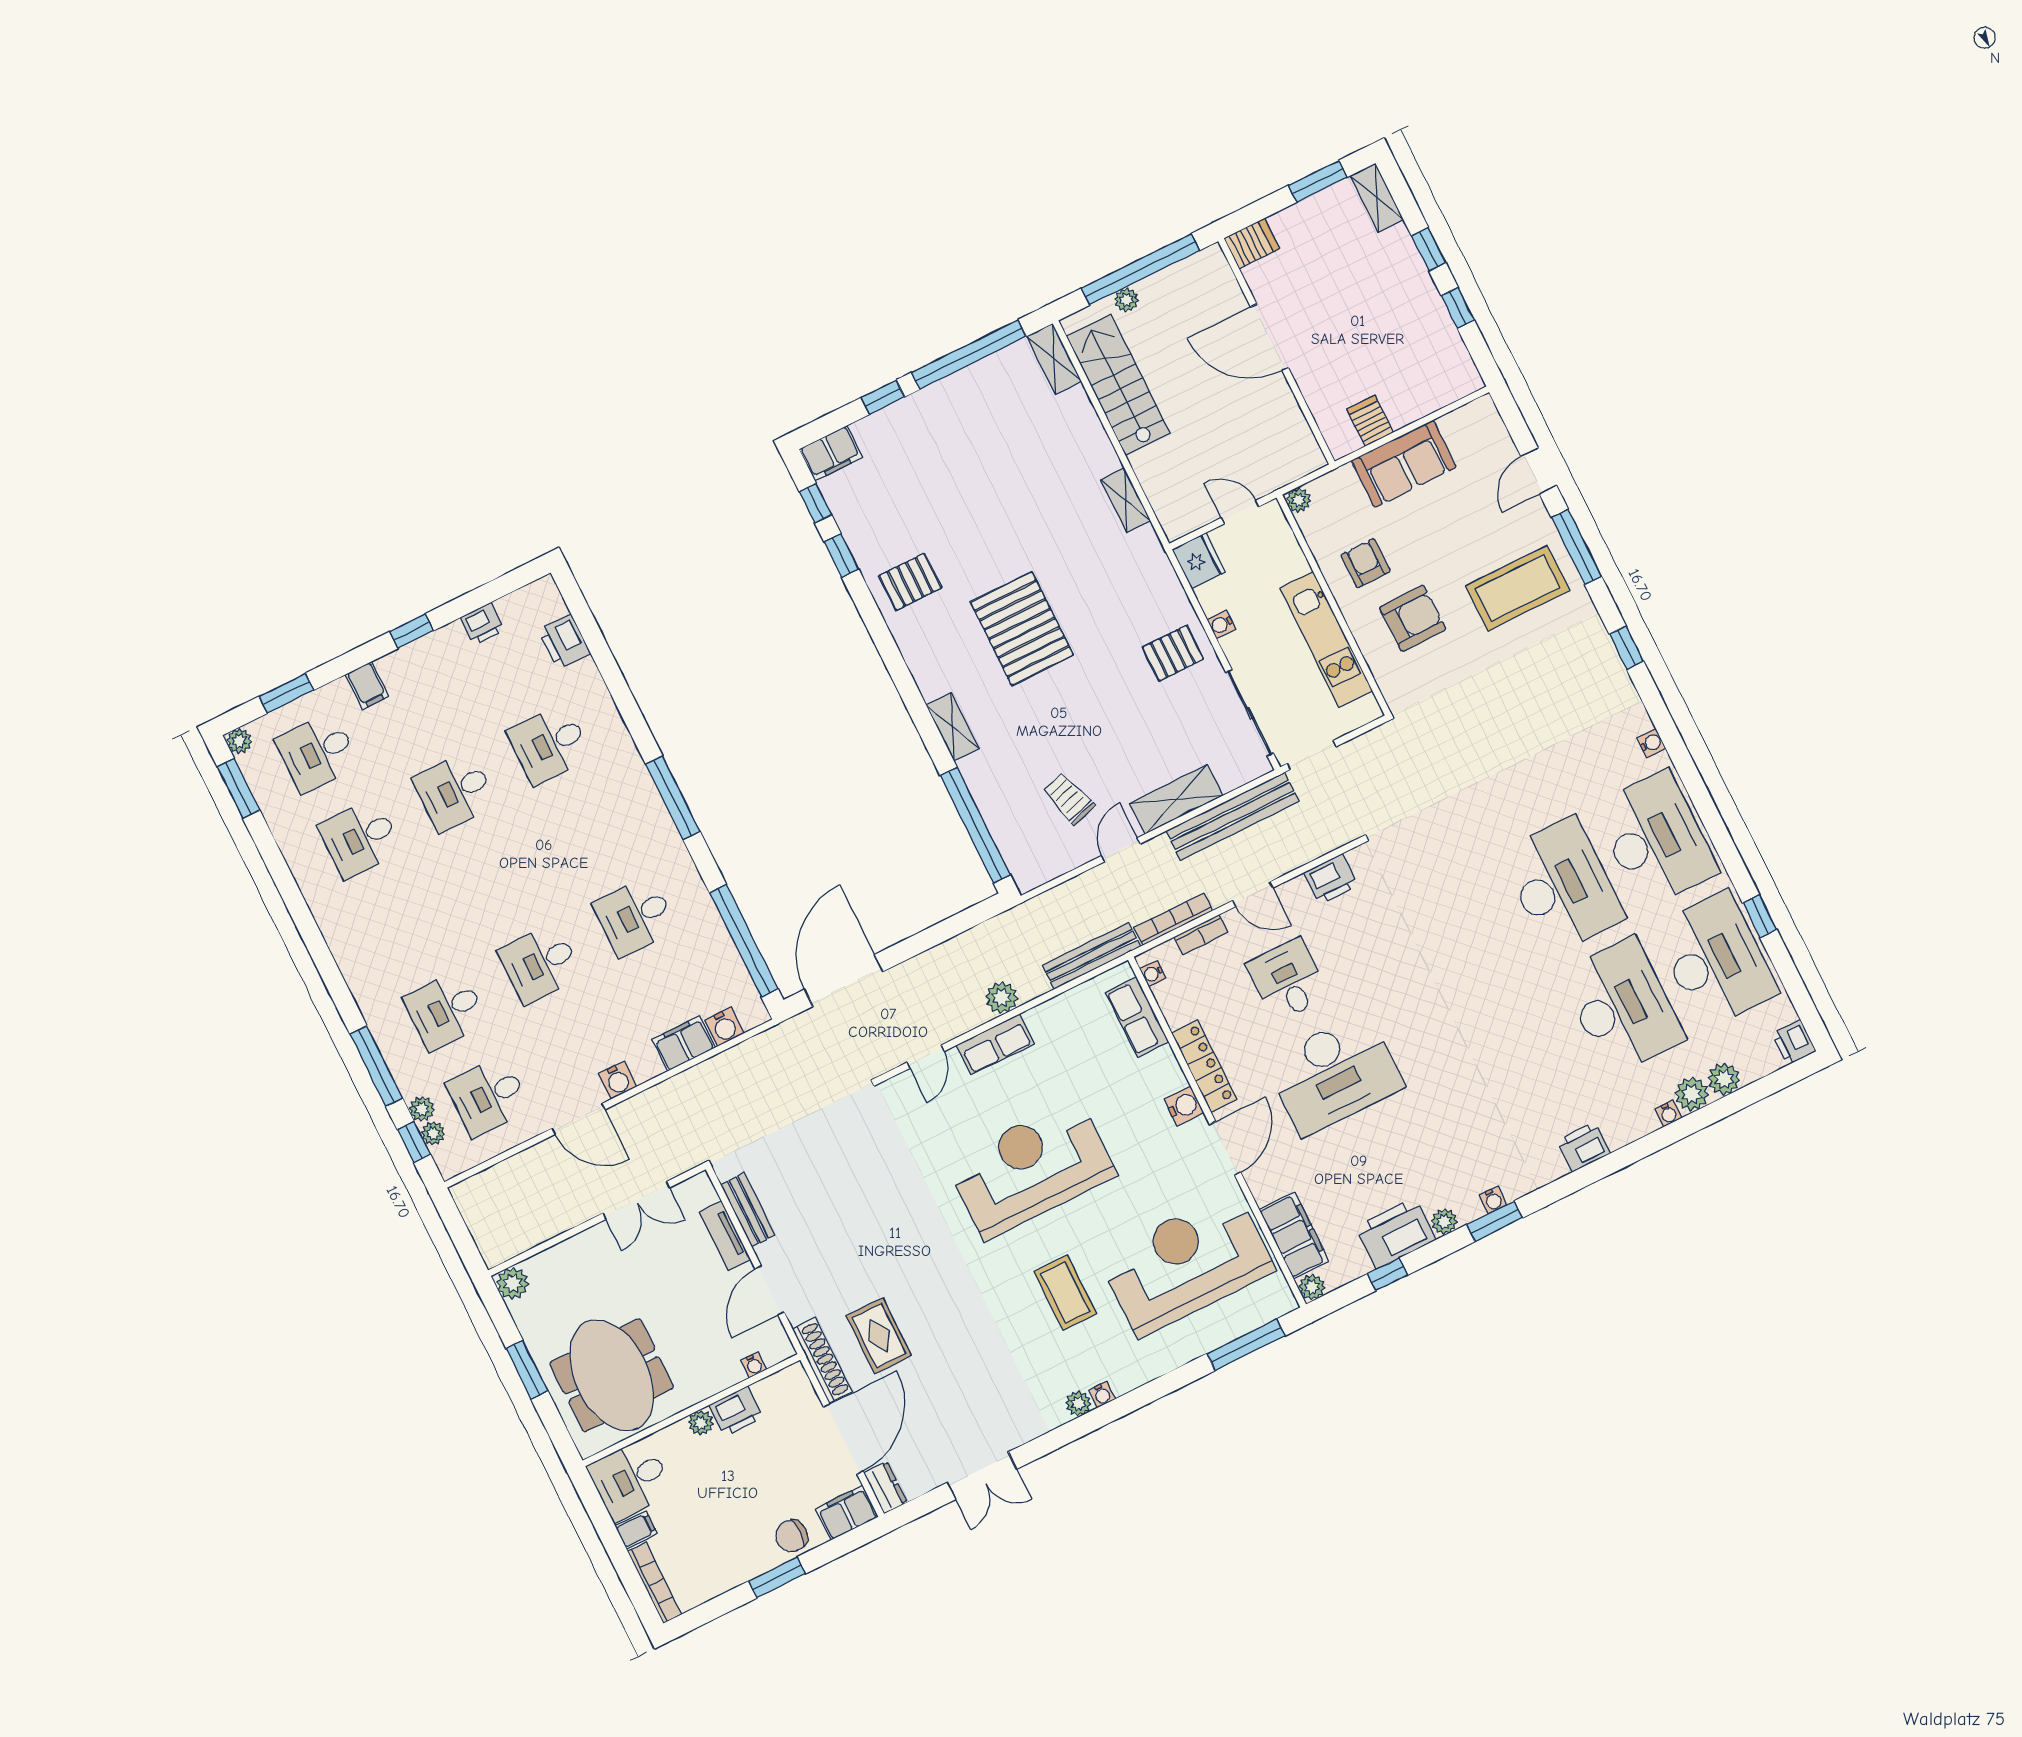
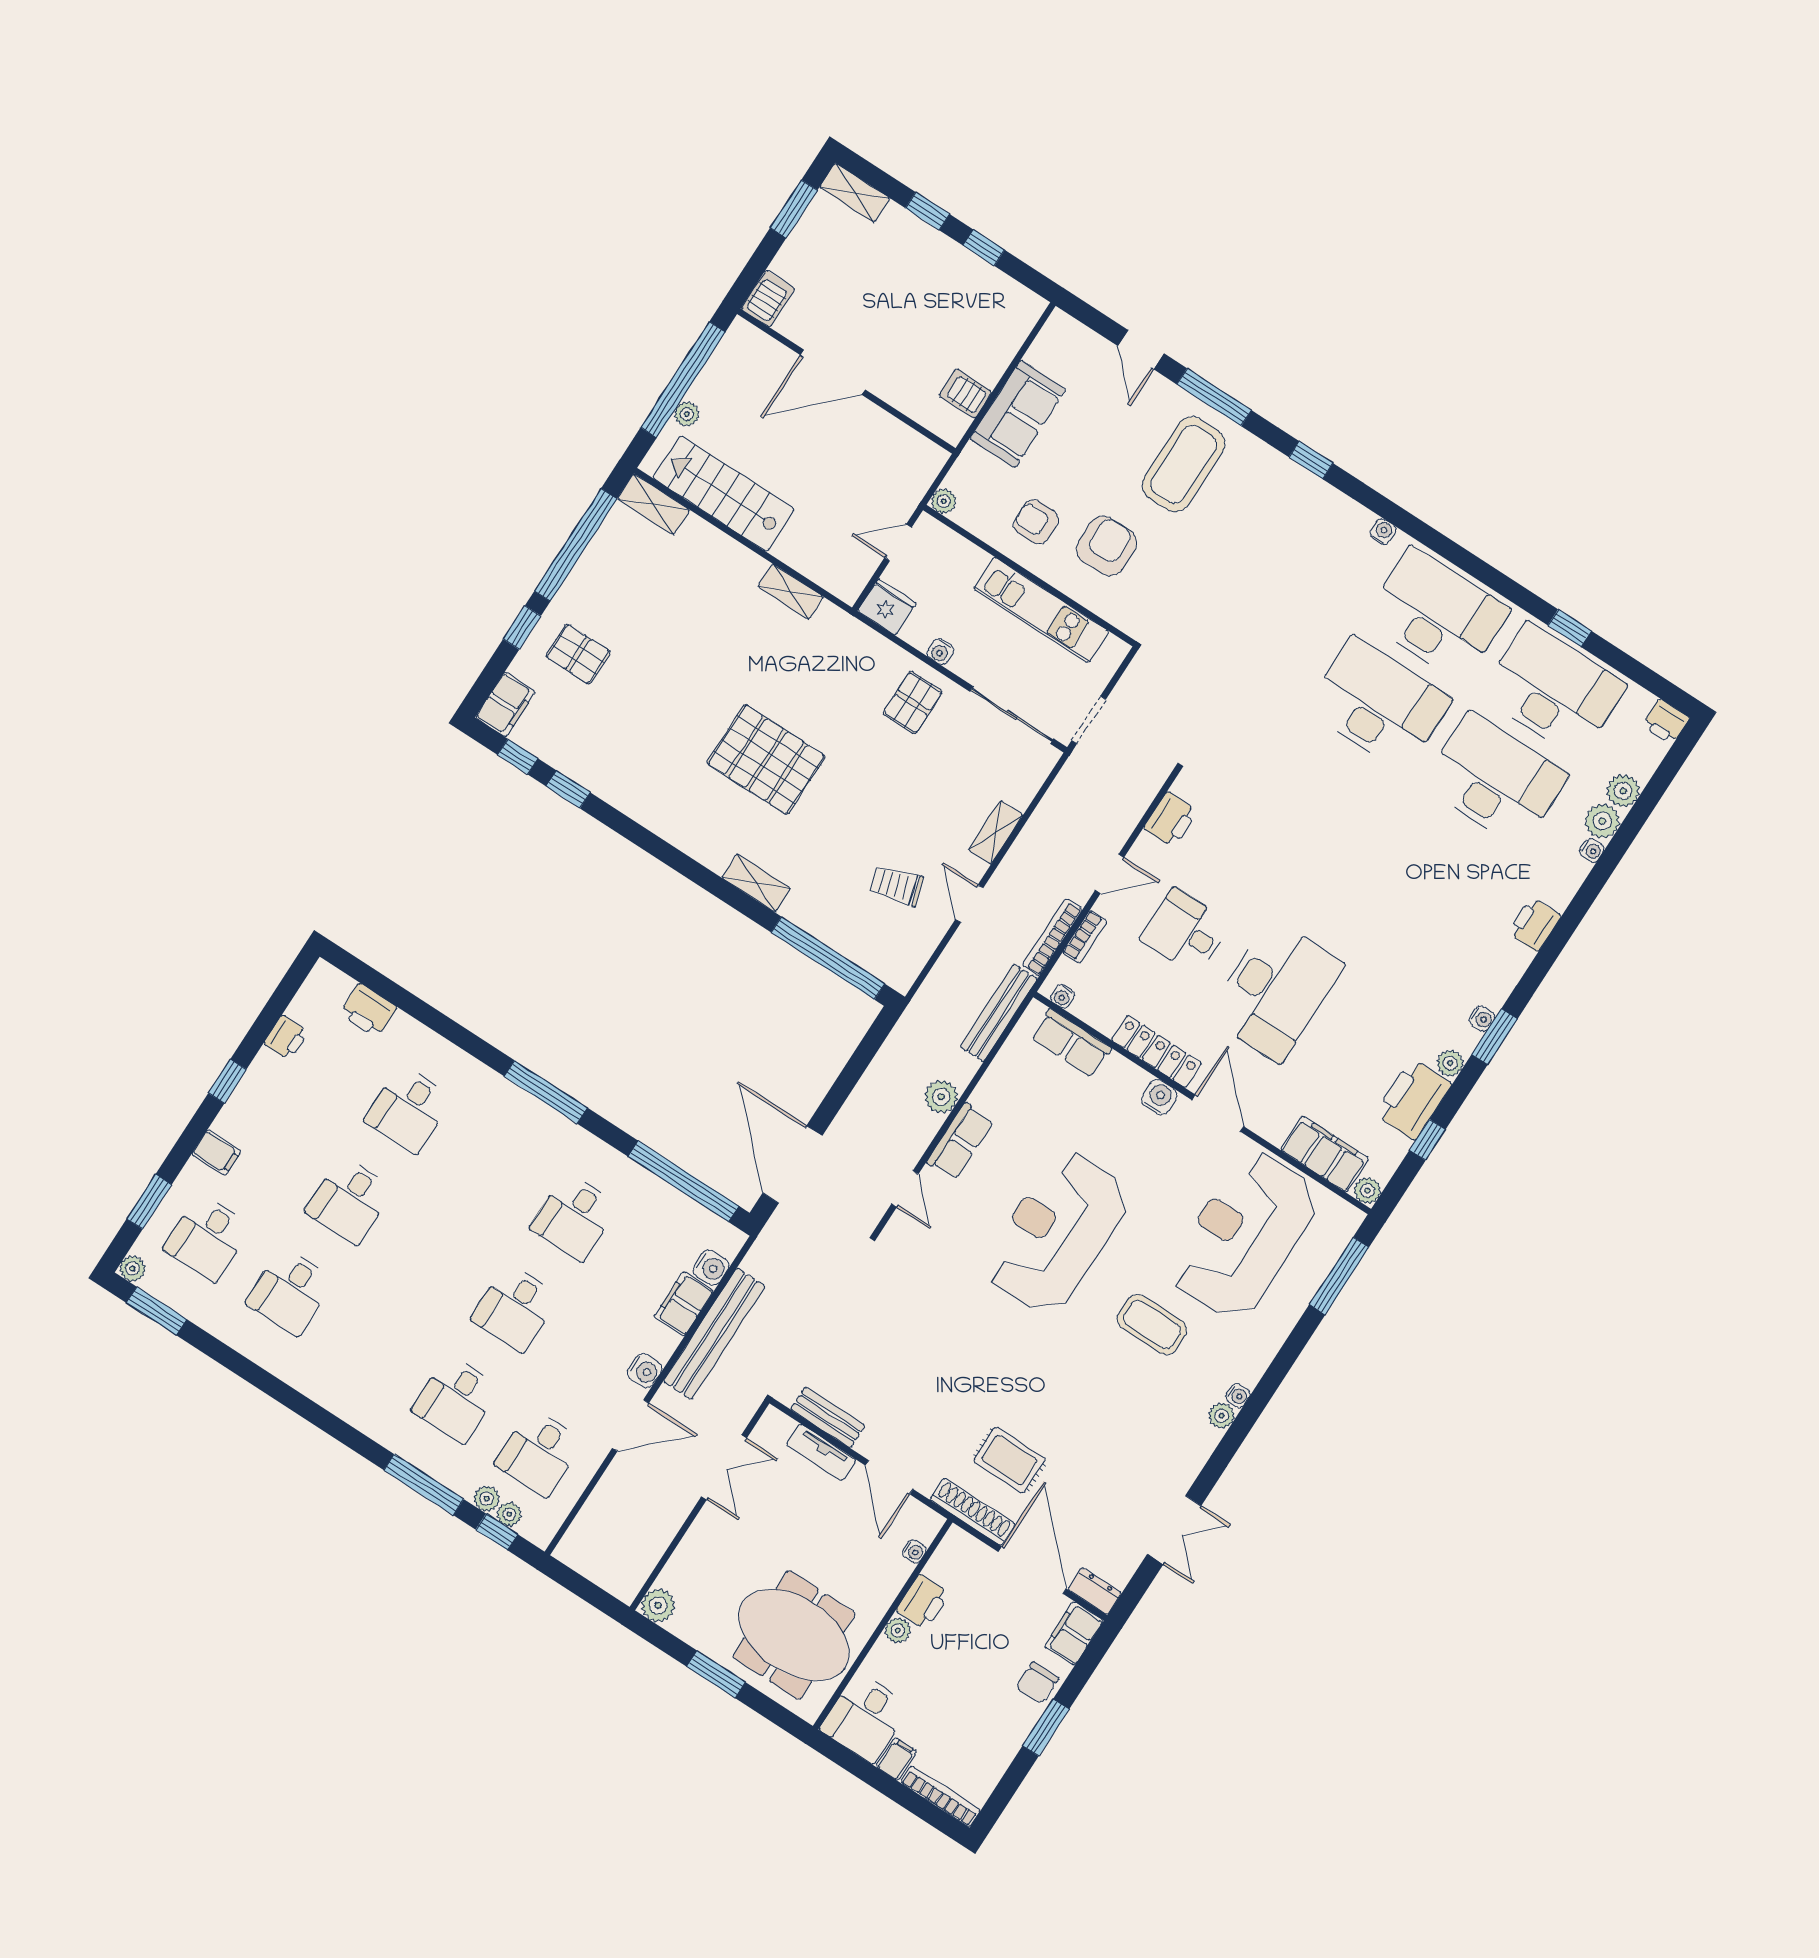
pallet: (910, 582) -> (578, 654), moved, turned 90
shelving: (1176, 799) -> (996, 832), width x0.67, depth x0.75
bench: (1233, 816) -> (714, 1334), moved

